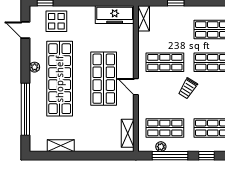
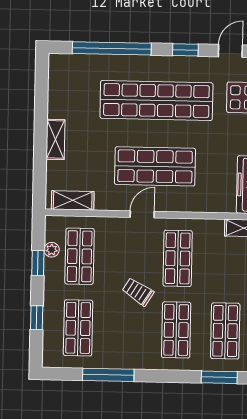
window: (25, 60) -> (185, 50), added
plant: (35, 67) -> (175, 63), removed
shelving: (61, 146) -> (55, 139), moved
window: (170, 156) -> (38, 263), width x0.46

